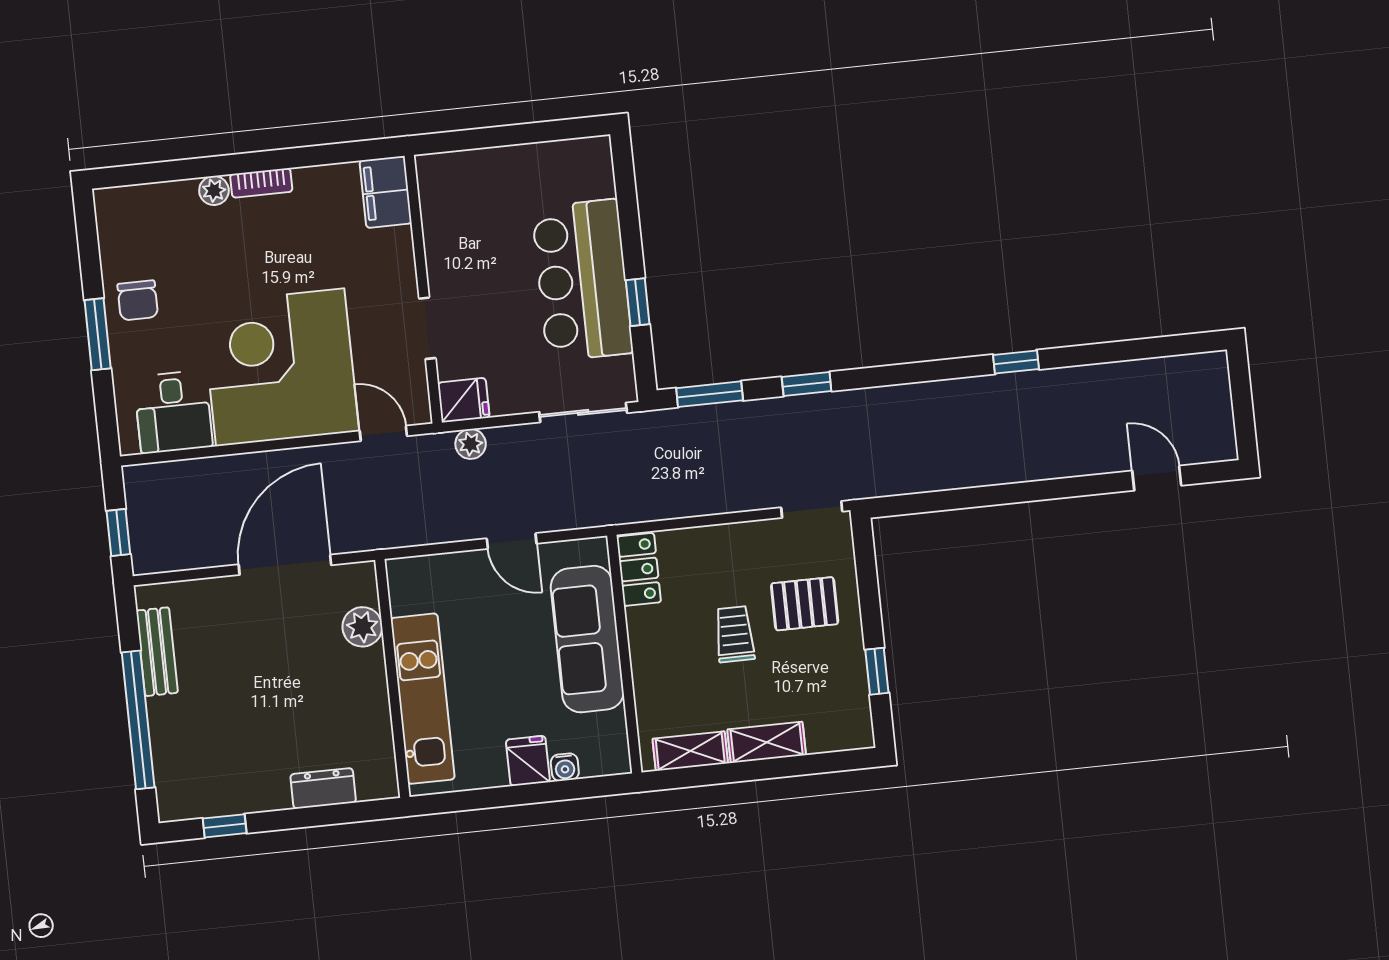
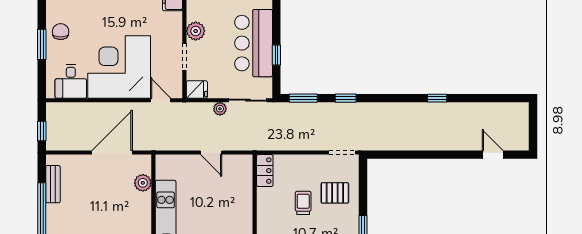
plant: (447, 267) -> (196, 31), added
chair: (138, 300) -> (61, 32), turned 180
plant: (471, 444) -> (220, 109), moved
sofa: (587, 639) -> (239, 198), removed

